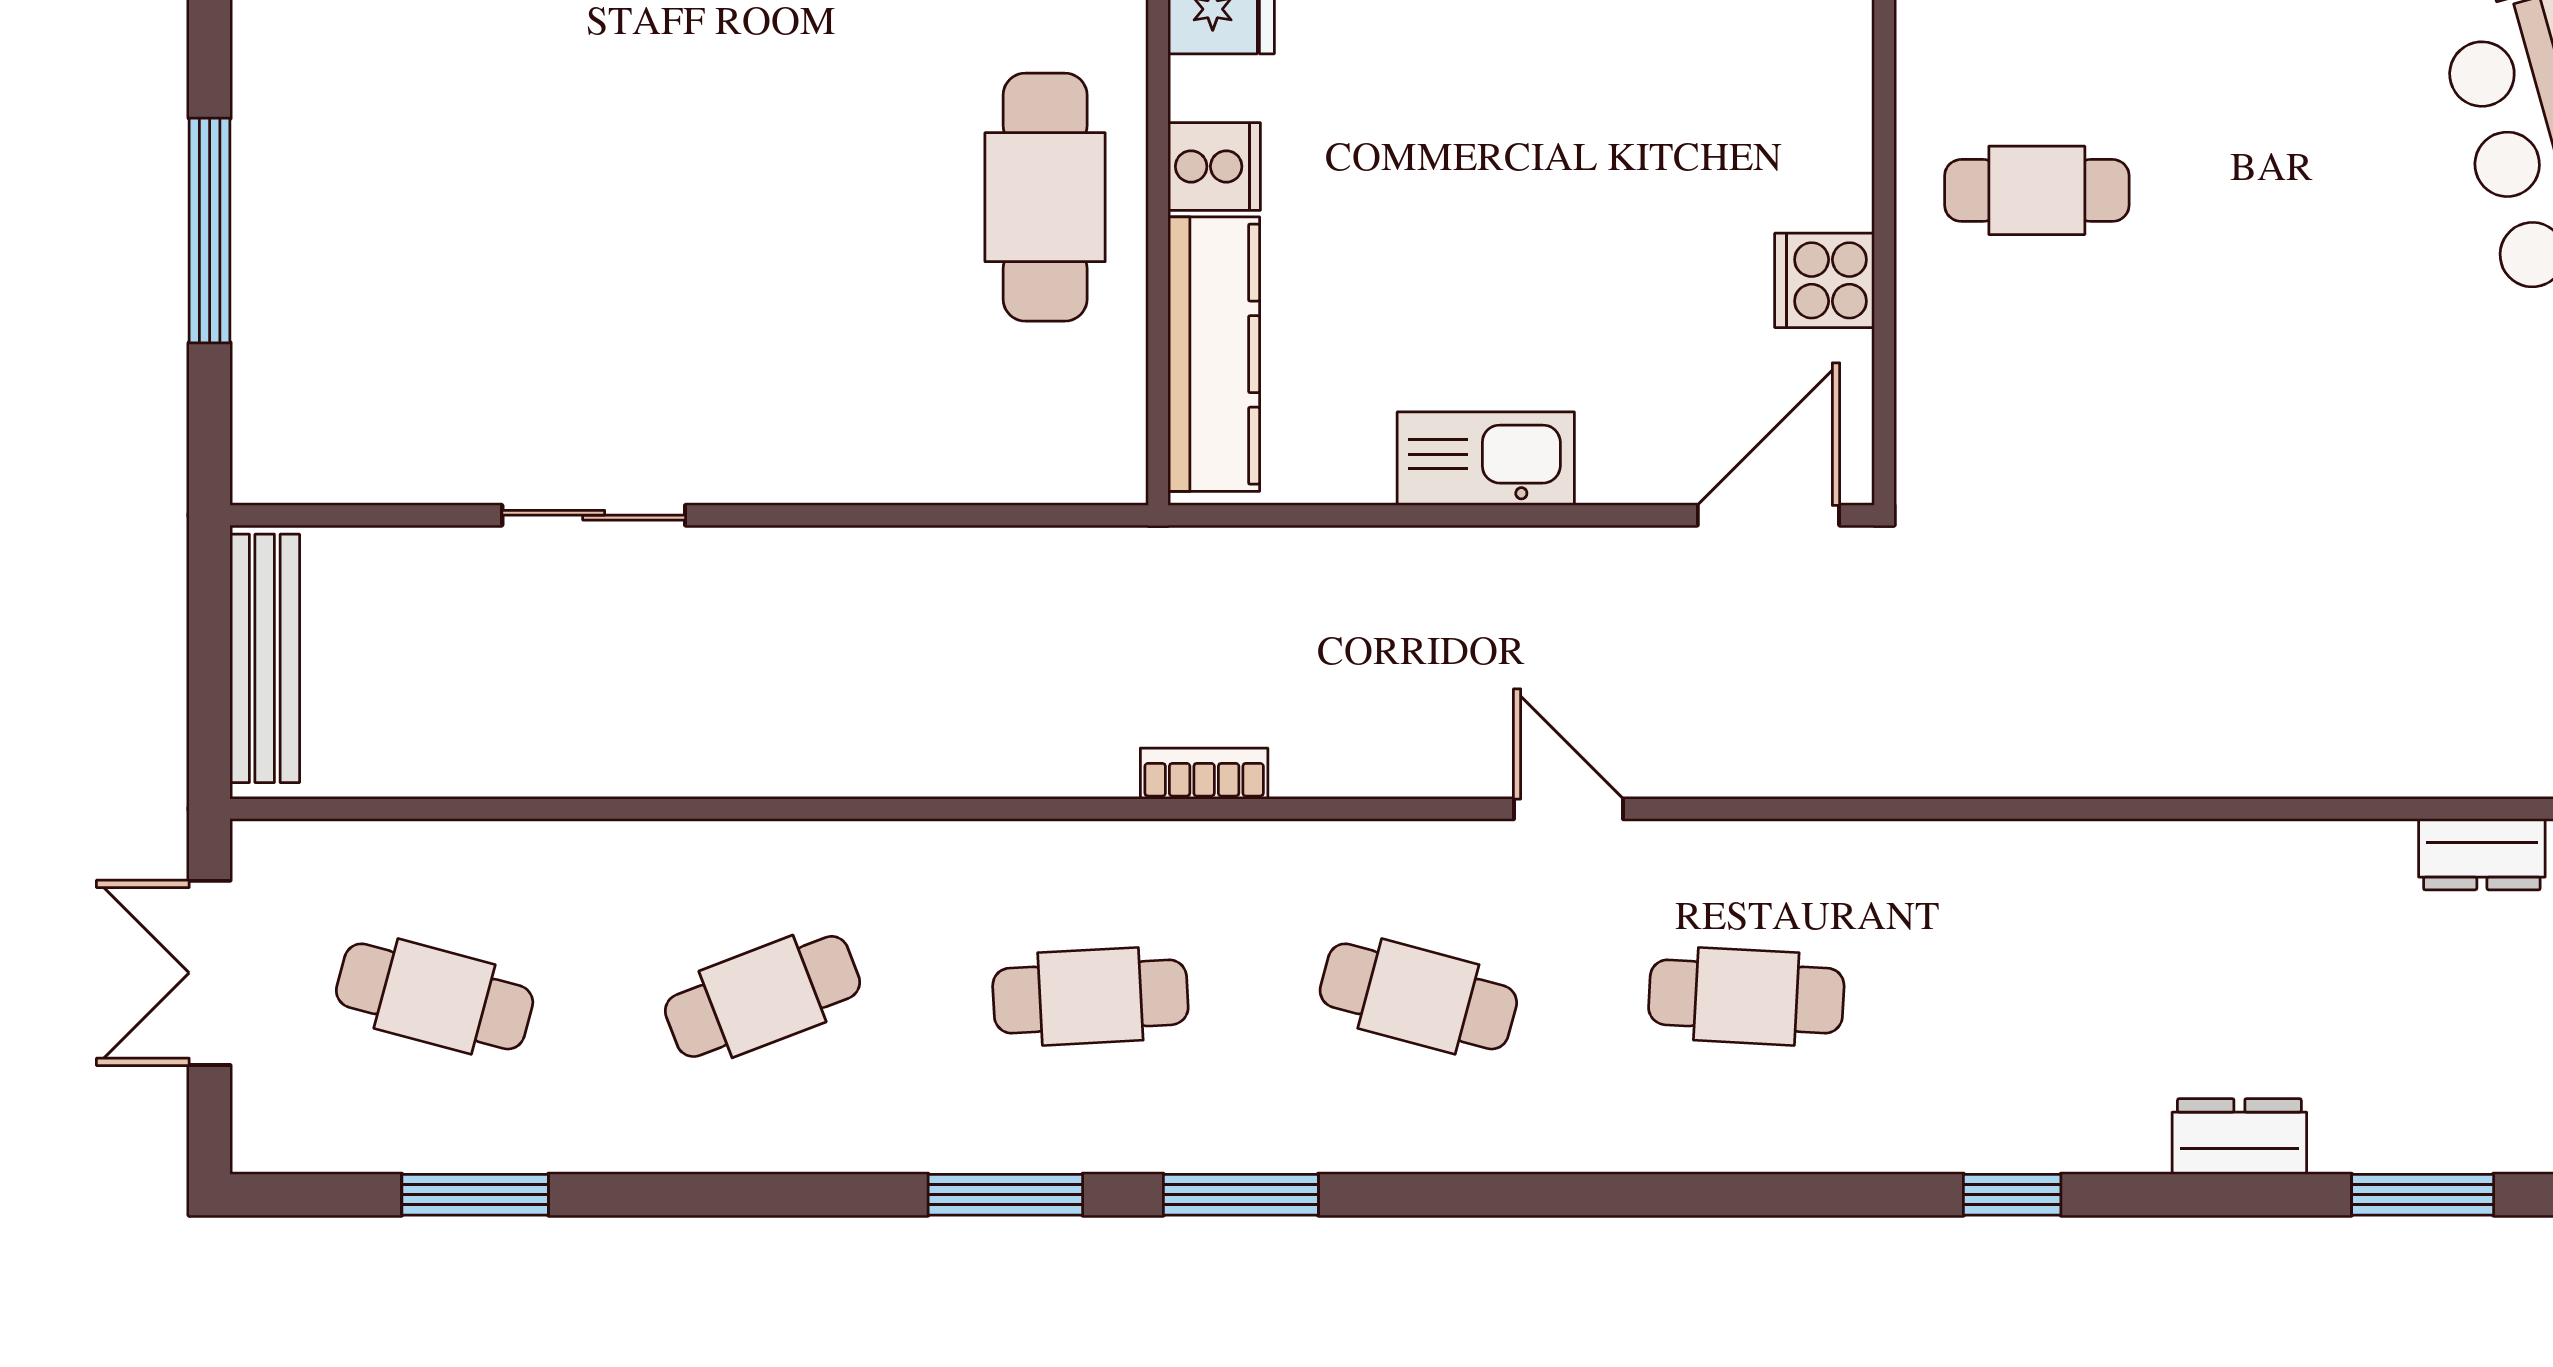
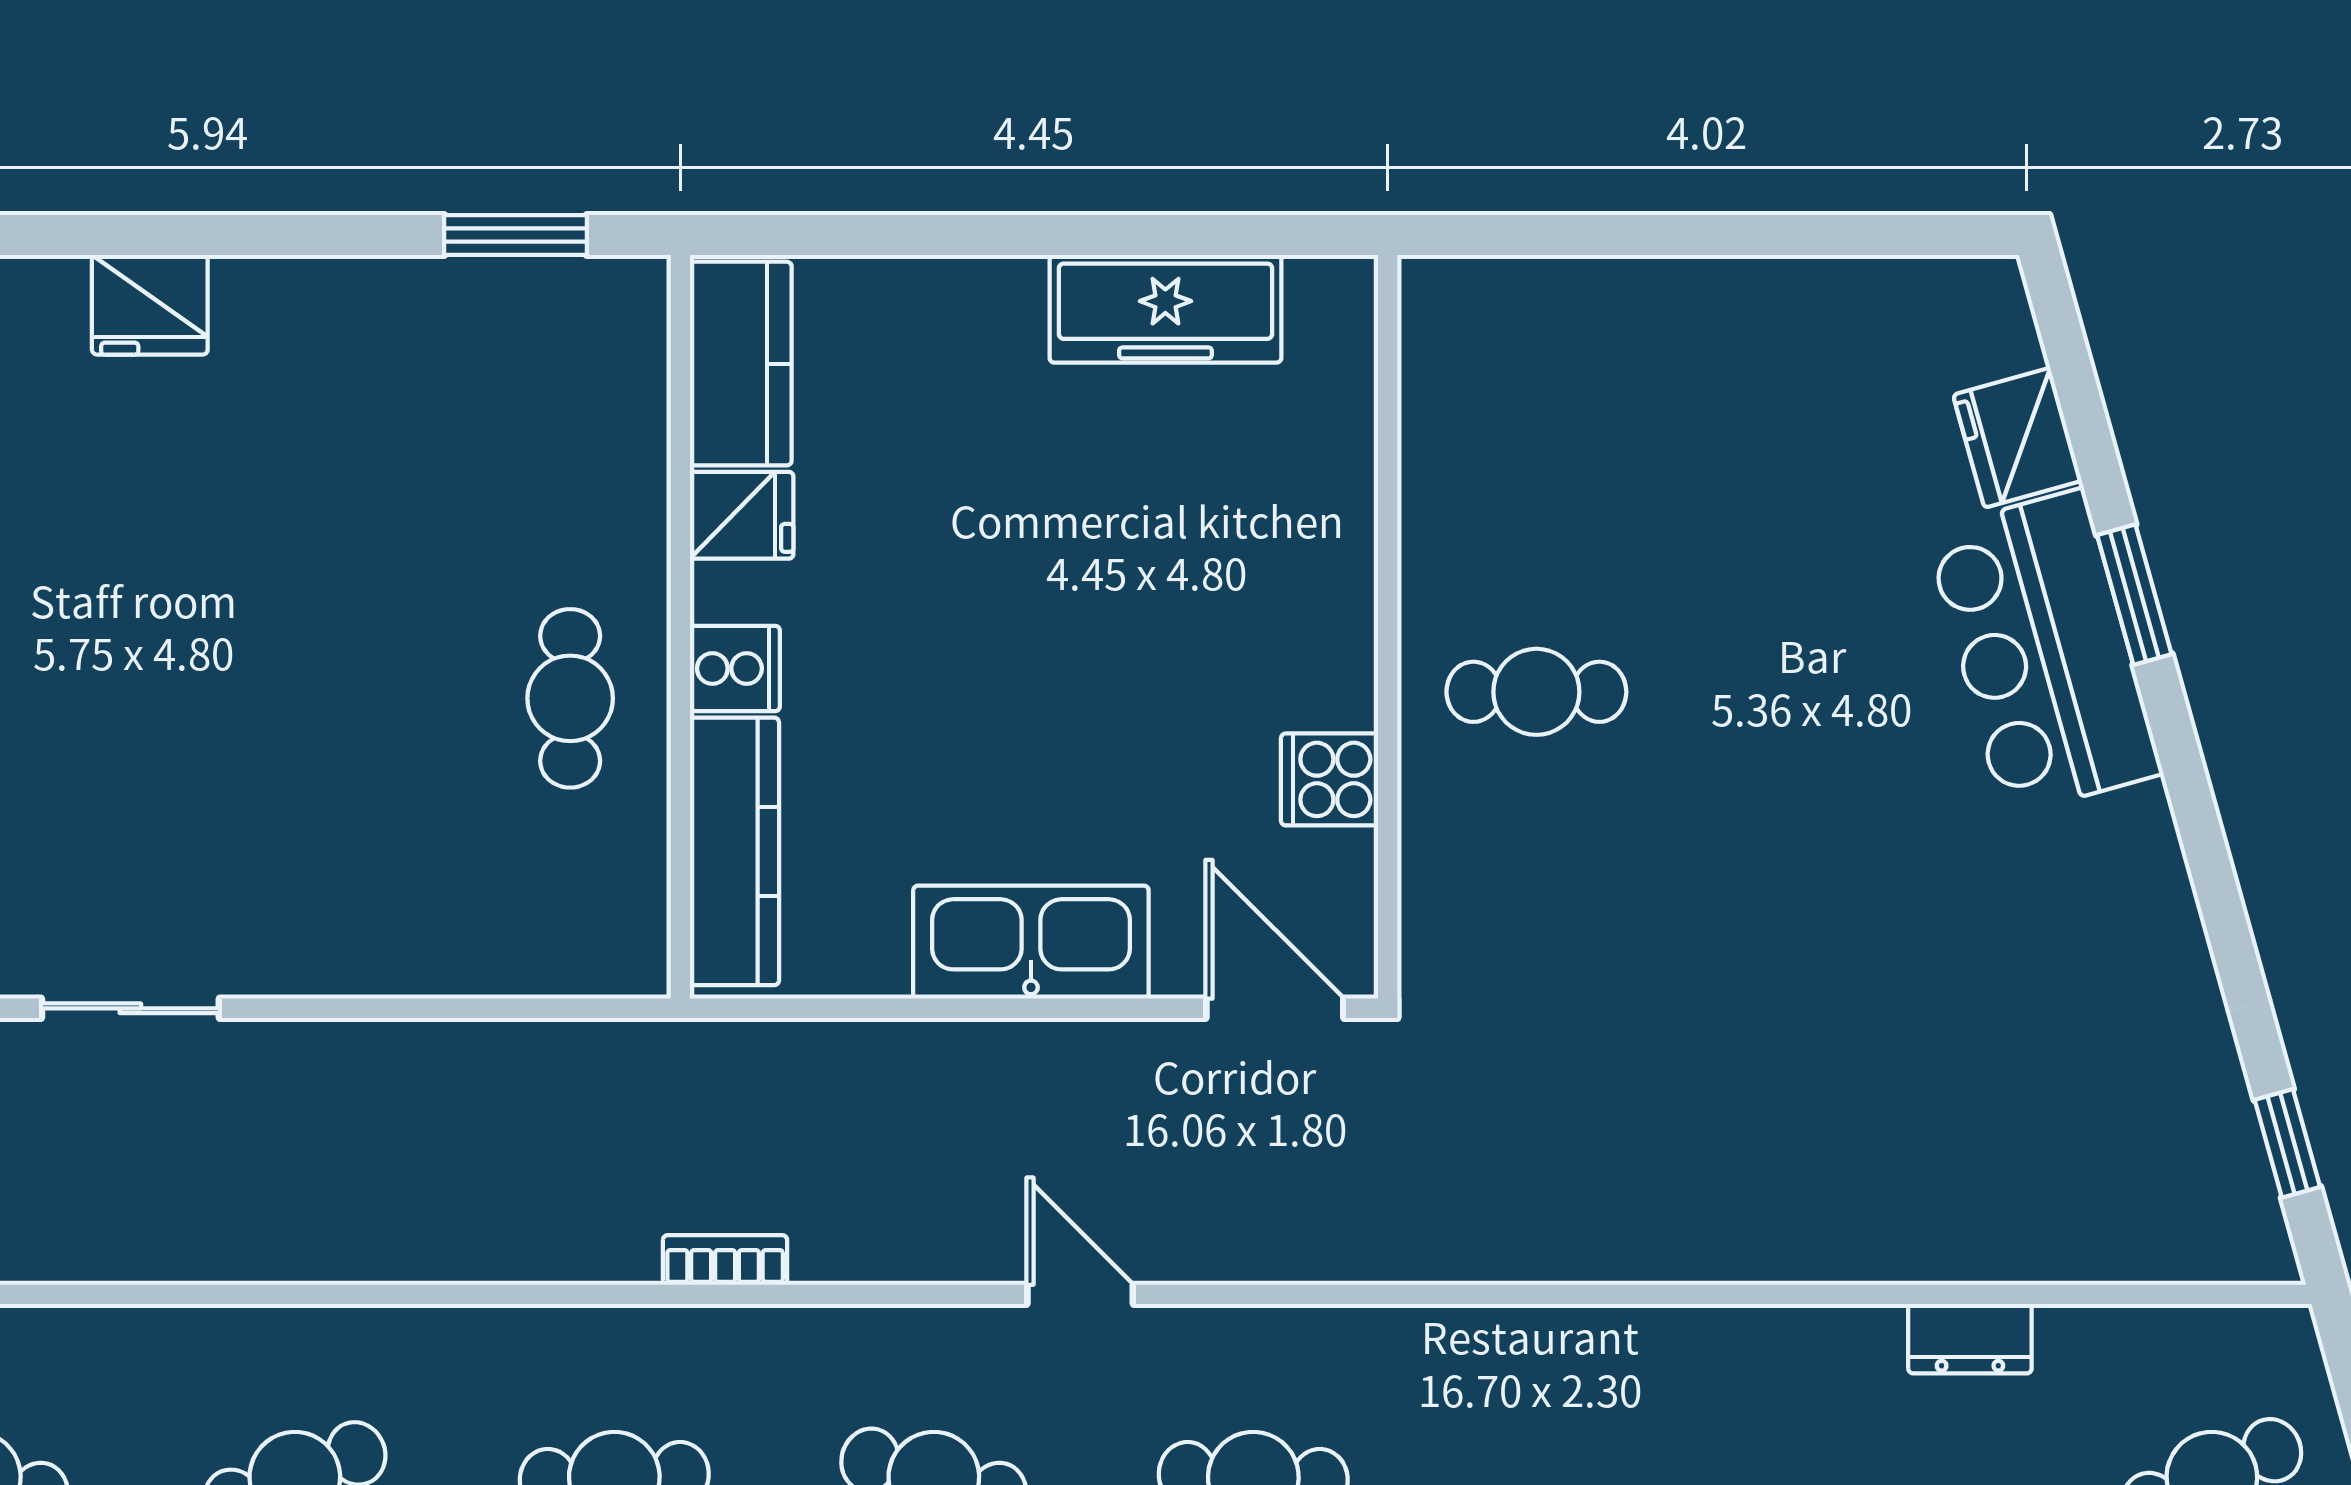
cafe table: (1045, 197) -> (570, 698), width x0.73, depth x0.74
kitchen sink: (1486, 459) -> (1031, 942), width x1.36, depth x1.24
door: (1768, 515) -> (1275, 1008), hinge flipped

